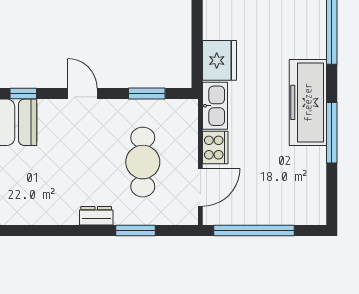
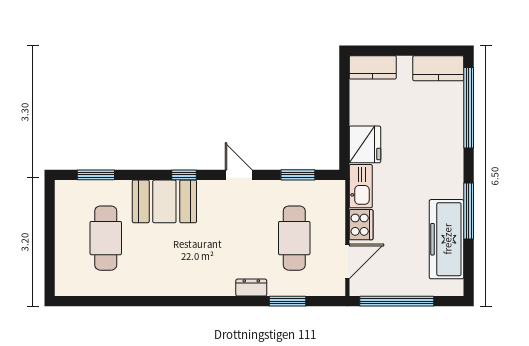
freezer: (308, 102) -> (447, 239), moved

